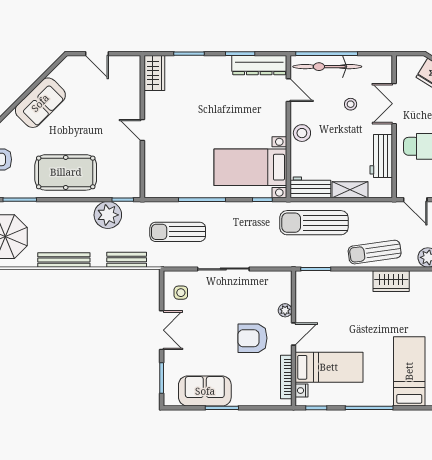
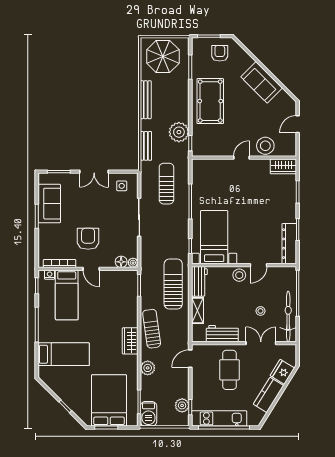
bicycle: (327, 67) -> (288, 316), moved
door: (288, 90) -> (258, 265), moved
stool: (126, 98) -> (265, 146), added
floor lamp: (284, 293) -> (121, 262), added
plant: (285, 310) -> (133, 263), moved

